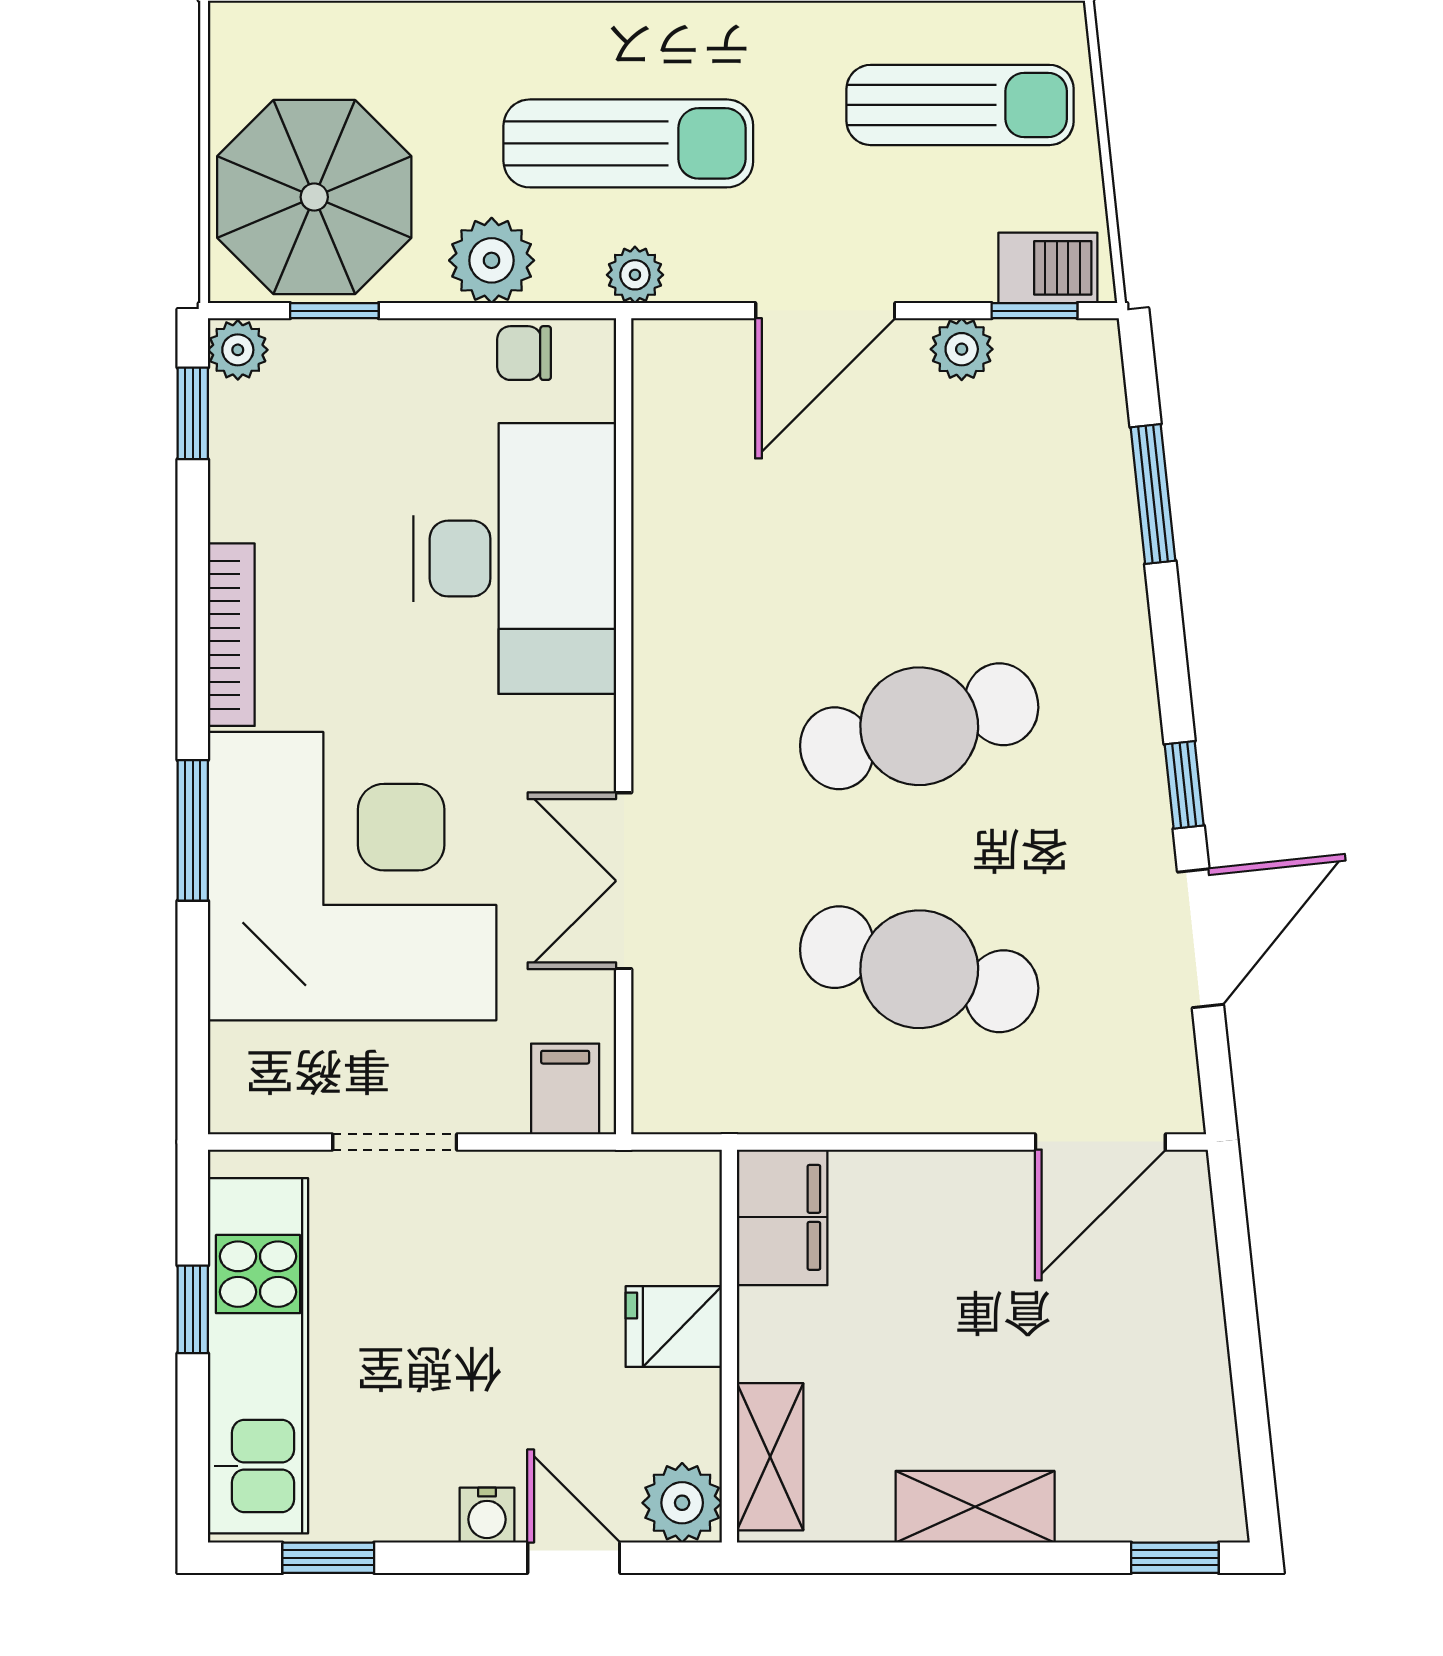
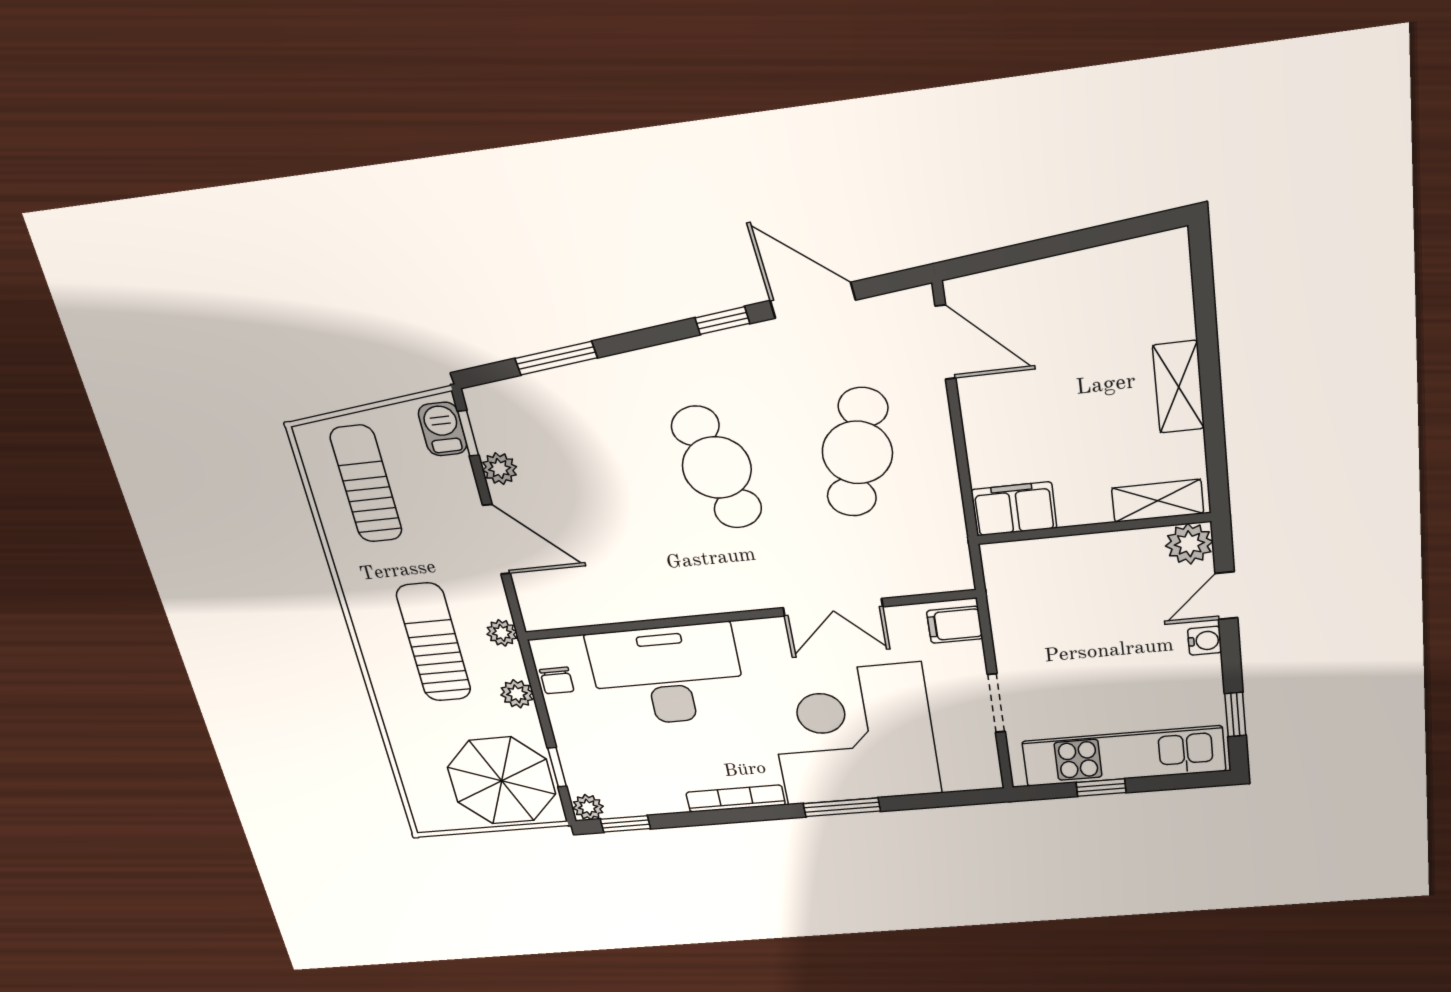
plant: (492, 260) -> (517, 694), width x0.73, depth x0.73
fridge: (674, 1327) -> (1085, 558), removed
window: (1175, 1558) -> (1202, 269), removed

